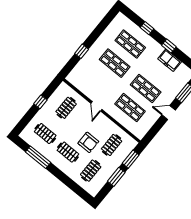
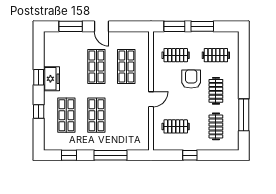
window: (103, 25) -> (69, 155), added
window: (82, 51) -> (111, 155), width x2.17
freezer: (170, 60) -> (52, 79), moved

